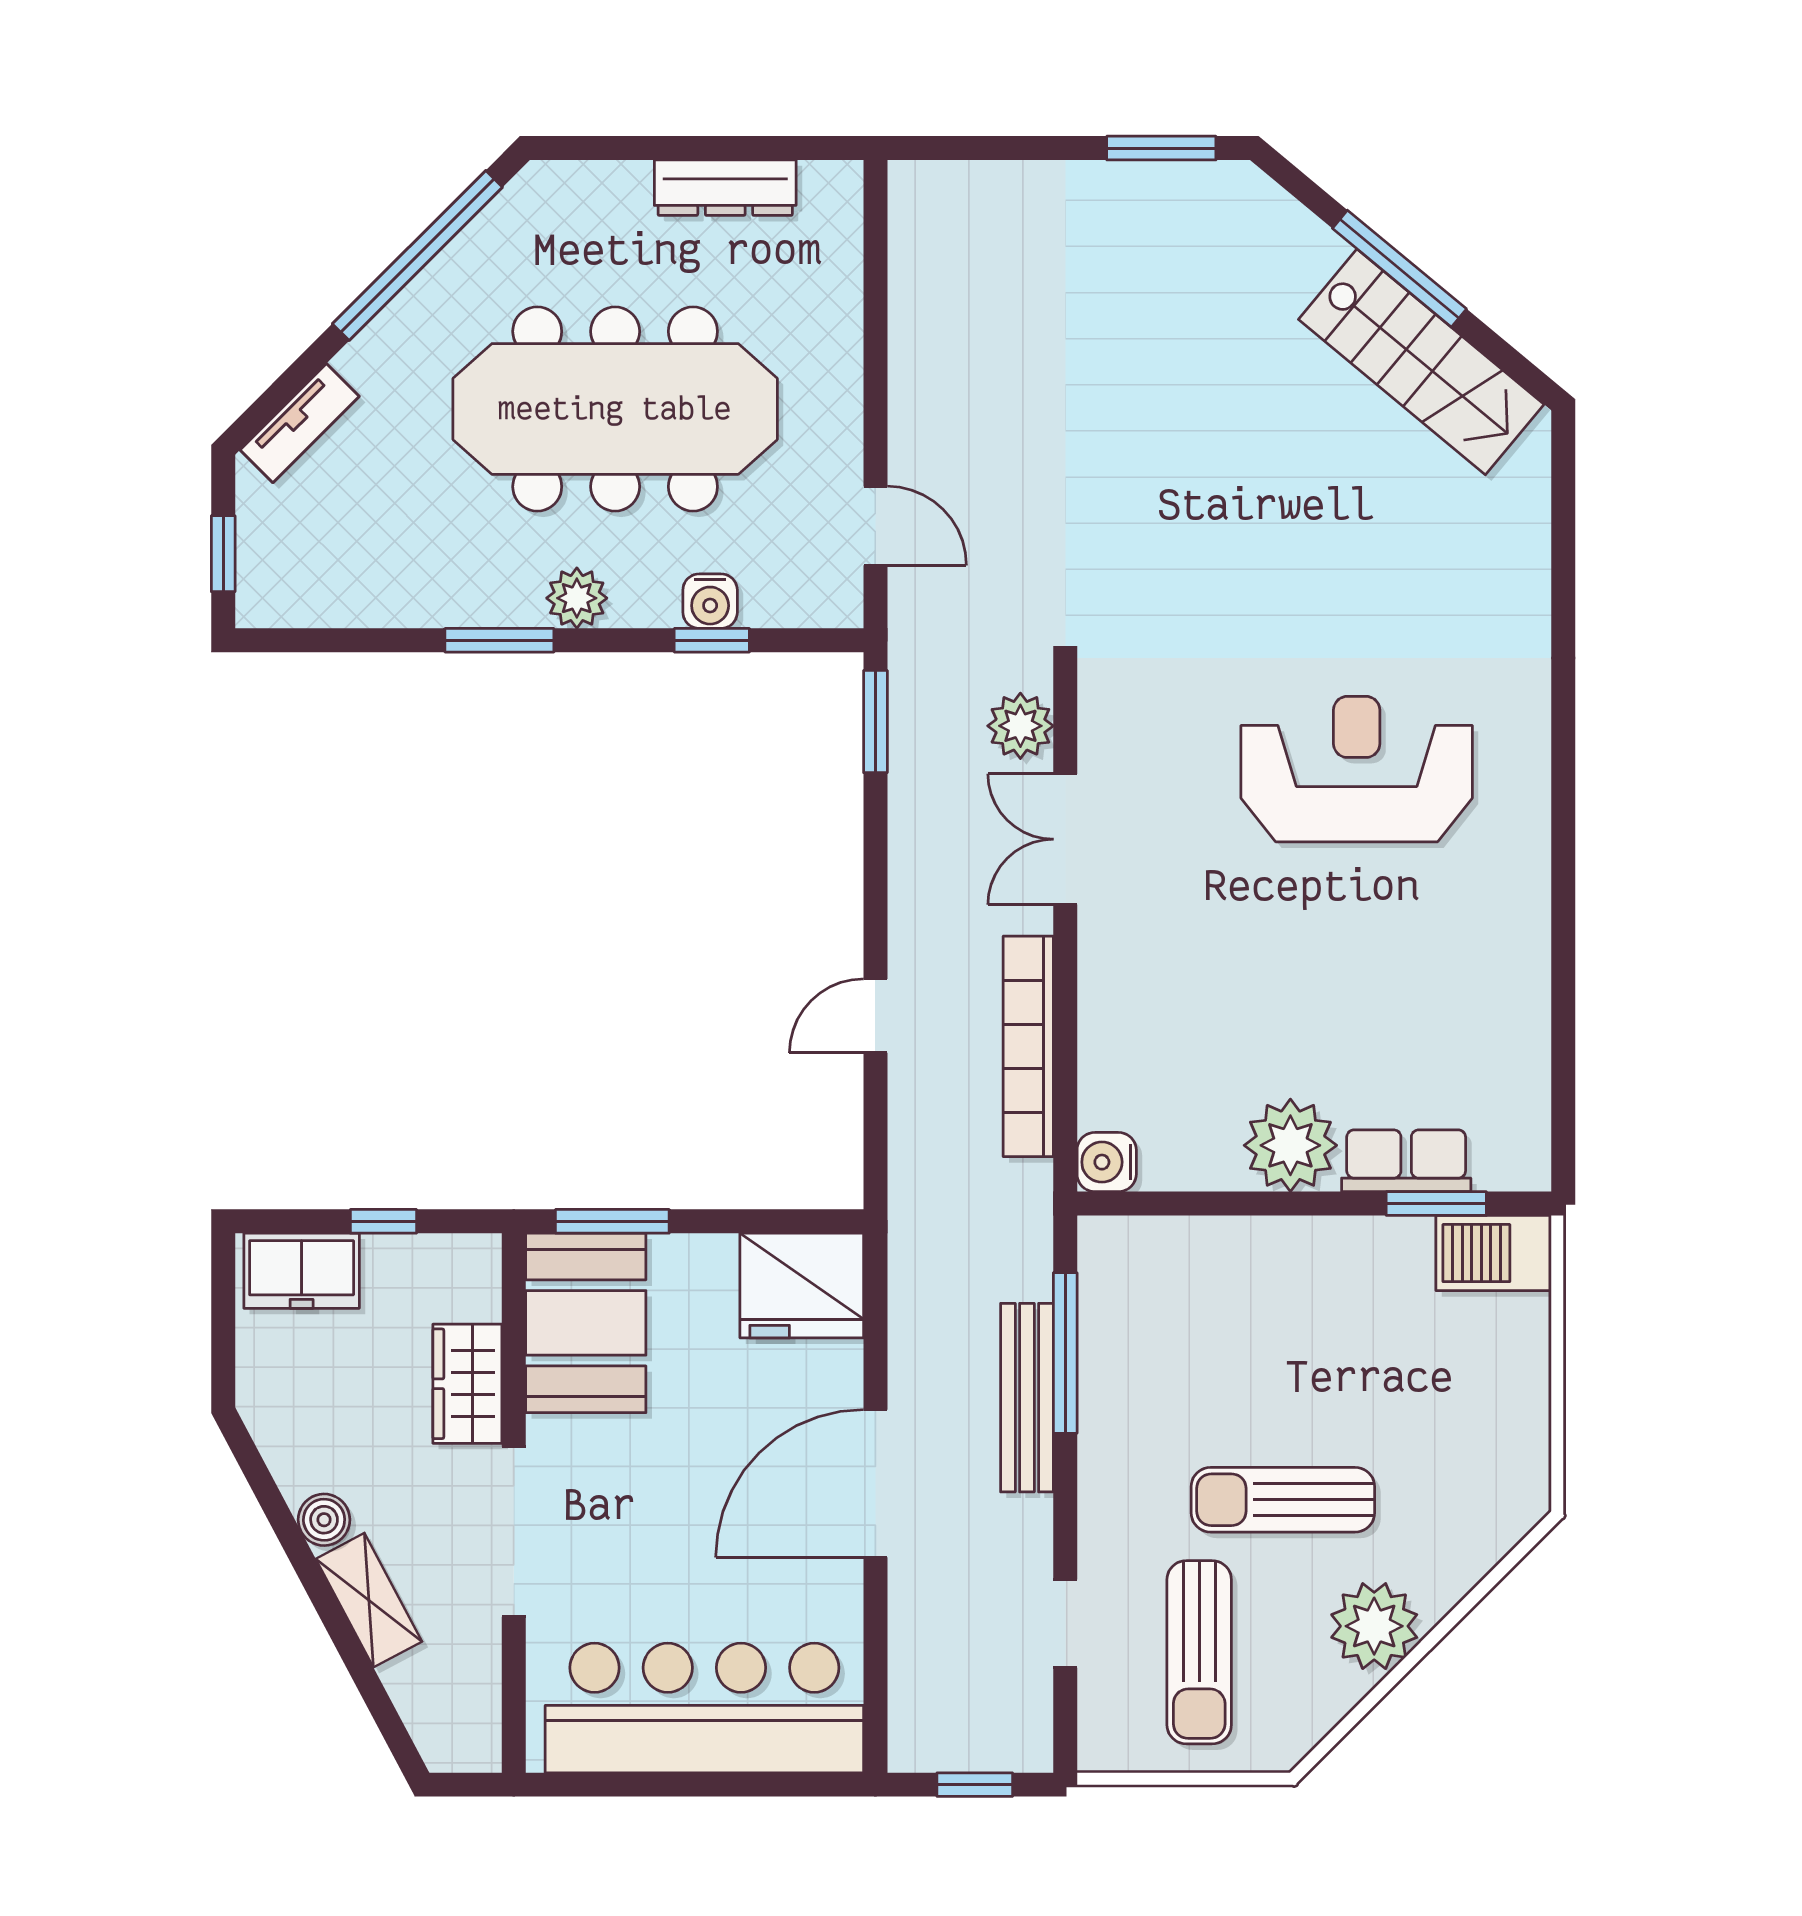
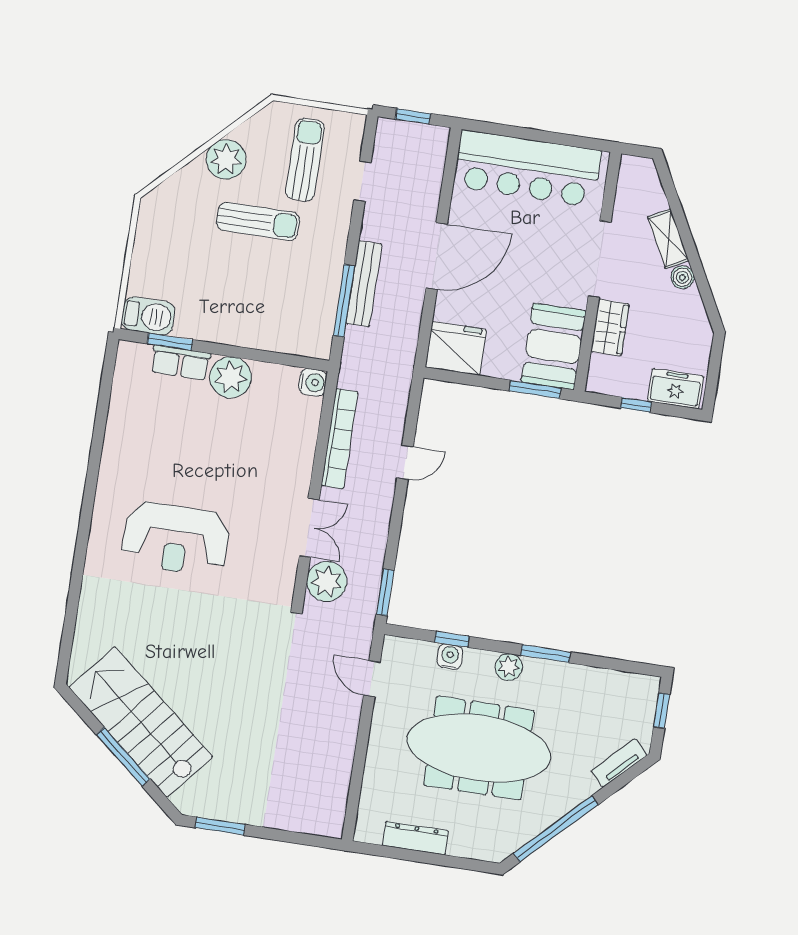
stairs: (1421, 362) -> (141, 722), width x1.36, depth x1.51
plant: (1020, 726) -> (327, 581), width x1.36, depth x1.36

